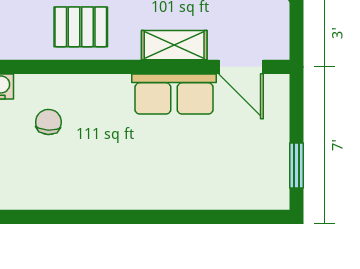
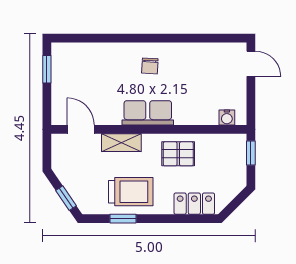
row of seats: (174, 94) -> (148, 113), moved
chair: (48, 122) -> (150, 66), moved

